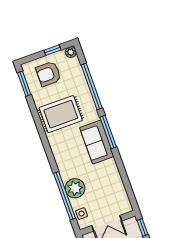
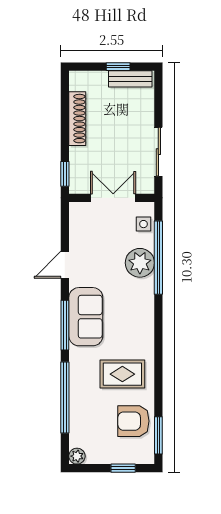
window: (52, 50) -> (123, 468), moved
armchair: (48, 74) -> (133, 421), moved, turned 180
rug: (61, 114) -> (122, 374), width x0.73, depth x0.70
door: (122, 170) -> (65, 265), added

